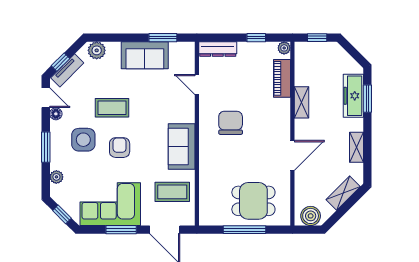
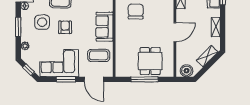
dining table: (253, 201) -> (150, 61), turned 90

